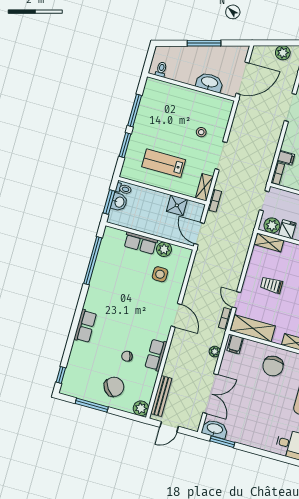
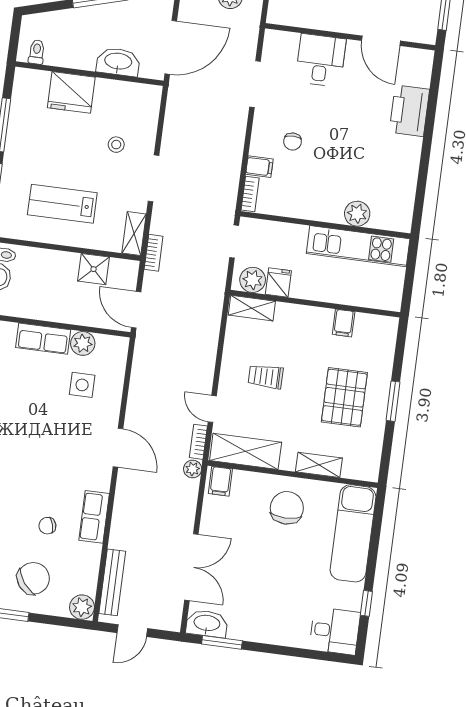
fridge: (179, 97) -> (71, 92), added
plant: (215, 352) -> (193, 469), moved
chair: (273, 366) -> (287, 508), turned 180

